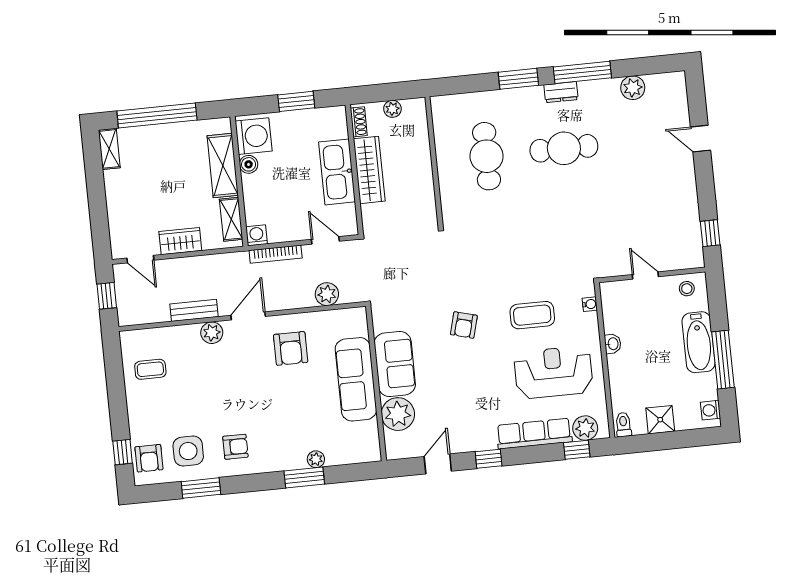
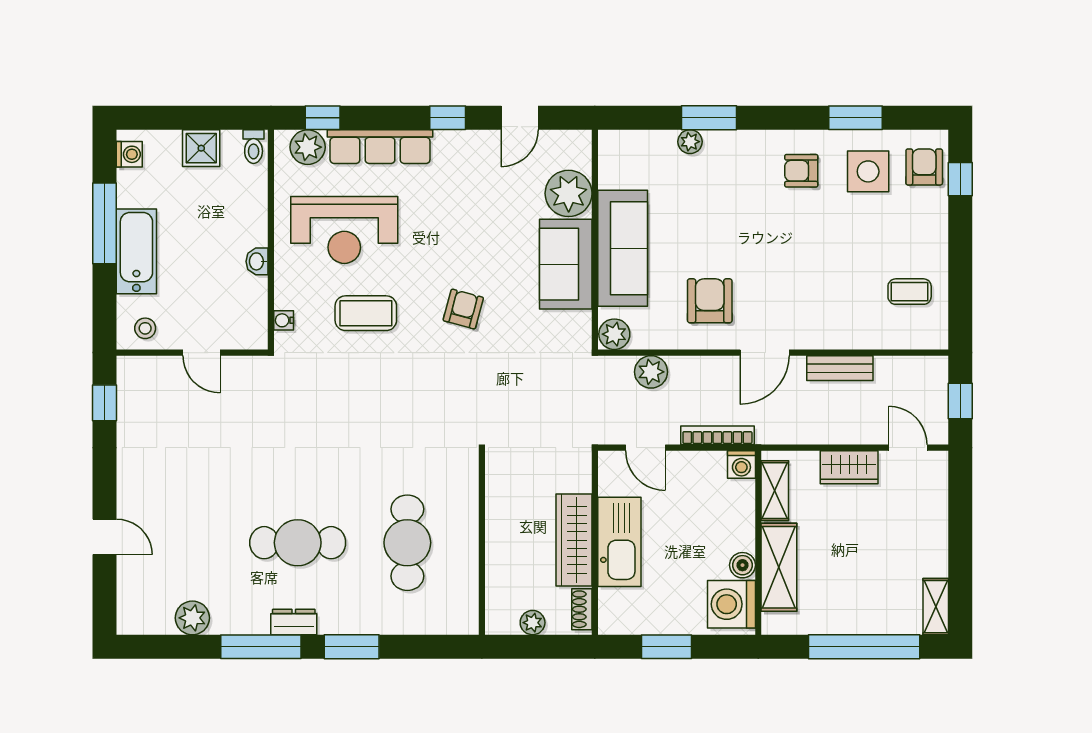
plant: (212, 333) -> (614, 334), moved

